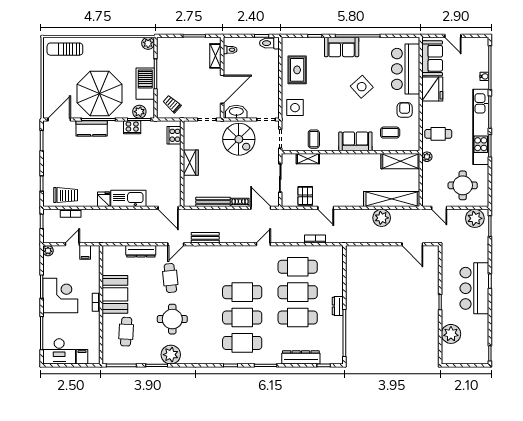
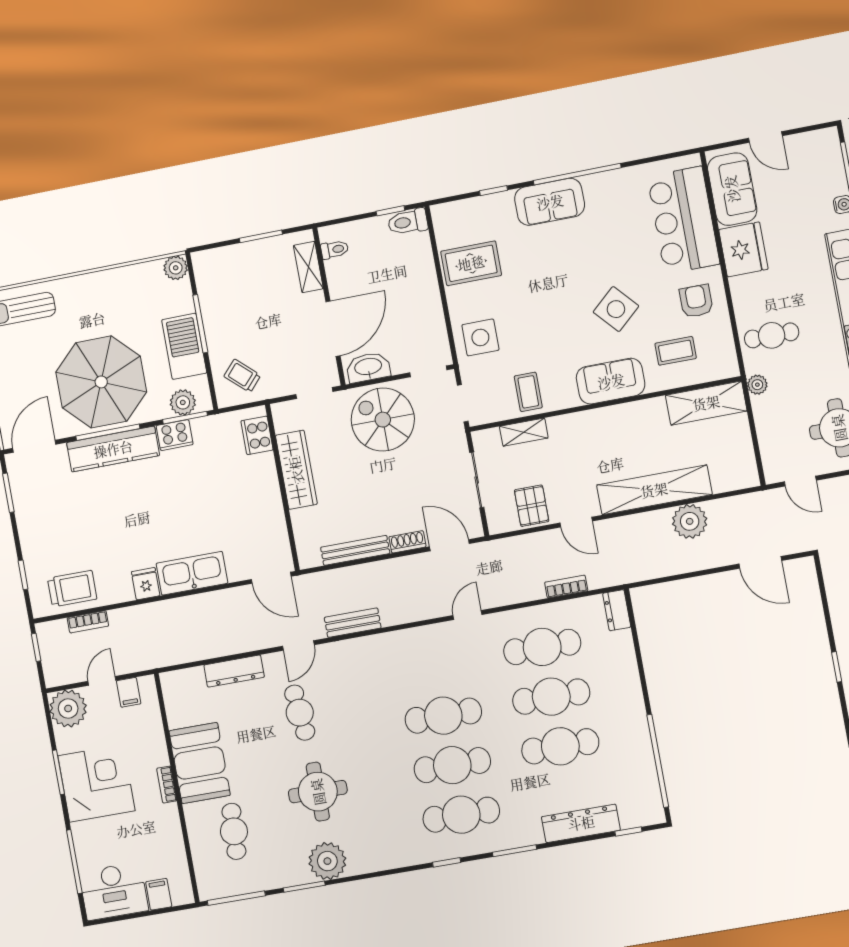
rug: (297, 70) -> (471, 263), turned 90
side table: (362, 87) -> (616, 309), moved
kitchen counter: (92, 128) -> (113, 449), width x1.50
spiral stairs: (239, 139) -> (383, 420), turned 180
wardrobe: (191, 163) -> (296, 470), width x1.50
shelving: (392, 199) -> (654, 490), moved
plant: (48, 251) -> (68, 708), width x1.88, depth x1.88
dresser: (338, 306) -> (617, 610), moved

